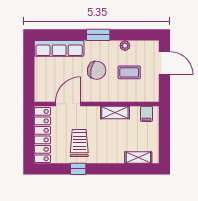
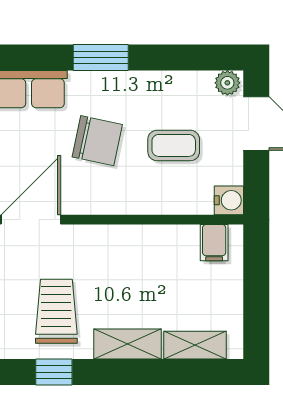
plant: (125, 46) -> (227, 83), moved
water cooler: (153, 96) -> (229, 200), added
shelving: (115, 112) -> (128, 344), moved

